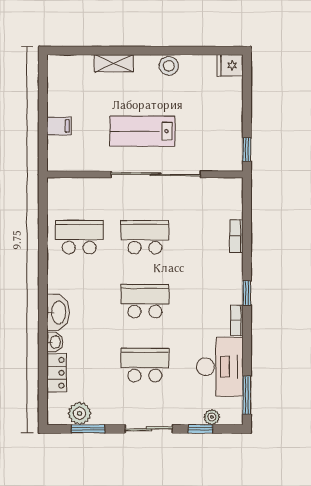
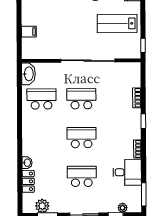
lab bench: (142, 131) -> (117, 23), moved
window: (247, 293) -> (143, 121), moved
washbasin: (58, 312) -> (28, 74), moved
desk: (220, 367) -> (127, 172), width x0.73

